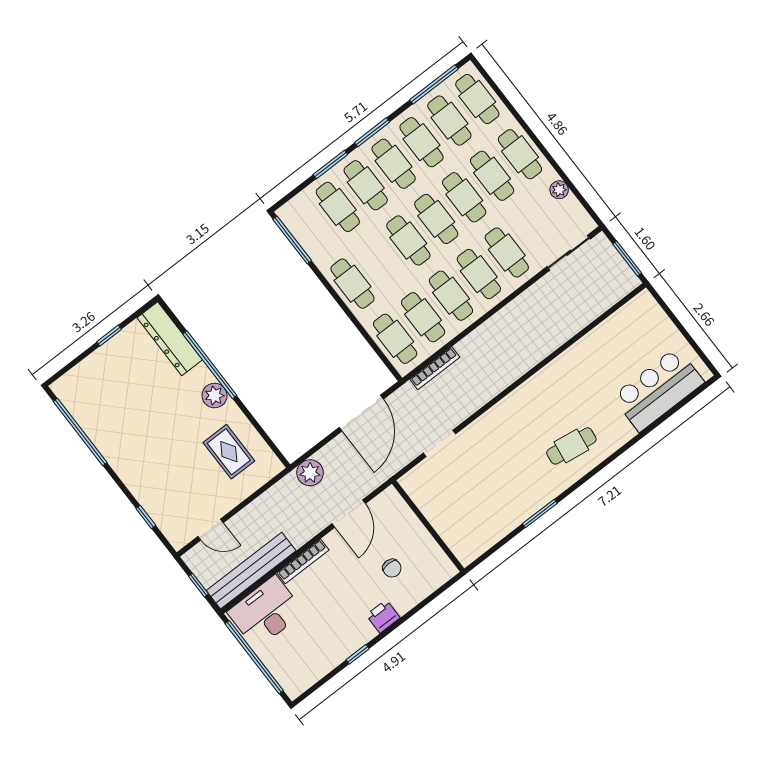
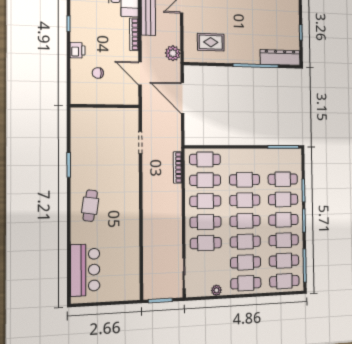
cafe table: (353, 284) -> (245, 180), moved
plant: (215, 396) -> (241, 57), removed
door: (361, 413) -> (182, 98), moved
plant: (310, 473) -> (173, 53), moved

